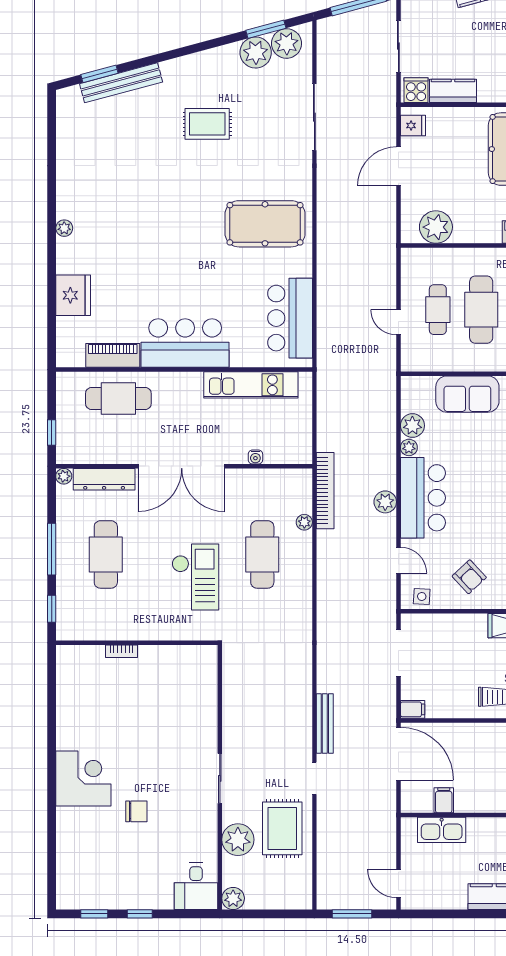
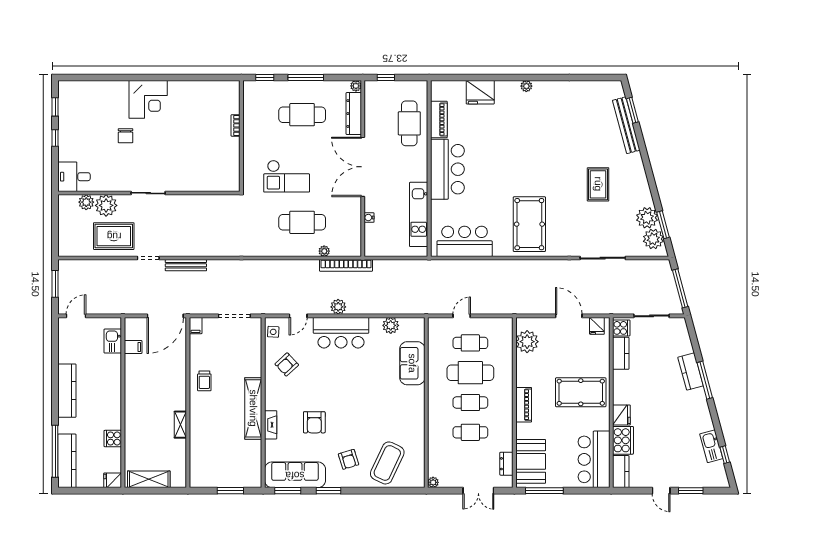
plant: (409, 447) -> (376, 323), removed
kitchen sink: (442, 830) -> (113, 341), width x0.73
plant: (233, 898) -> (86, 202), moved

